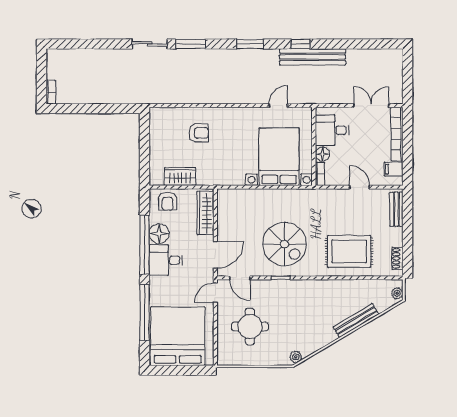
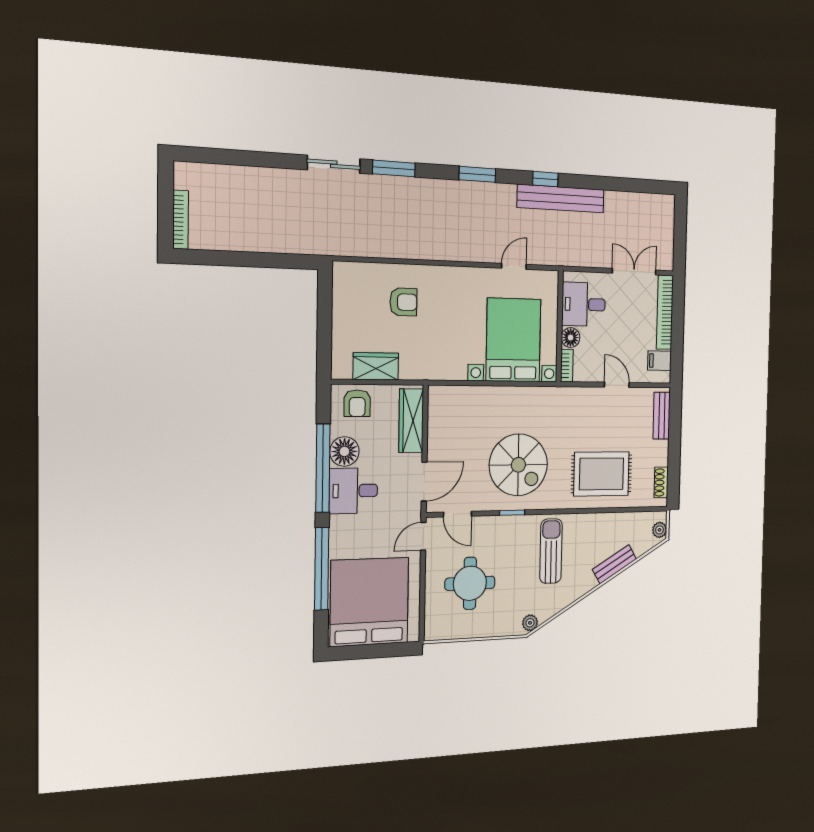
bookcase: (51, 92) -> (181, 220), width x1.56
sun lounger: (311, 306) -> (551, 551), added
bench: (356, 321) -> (614, 564), width x0.73

